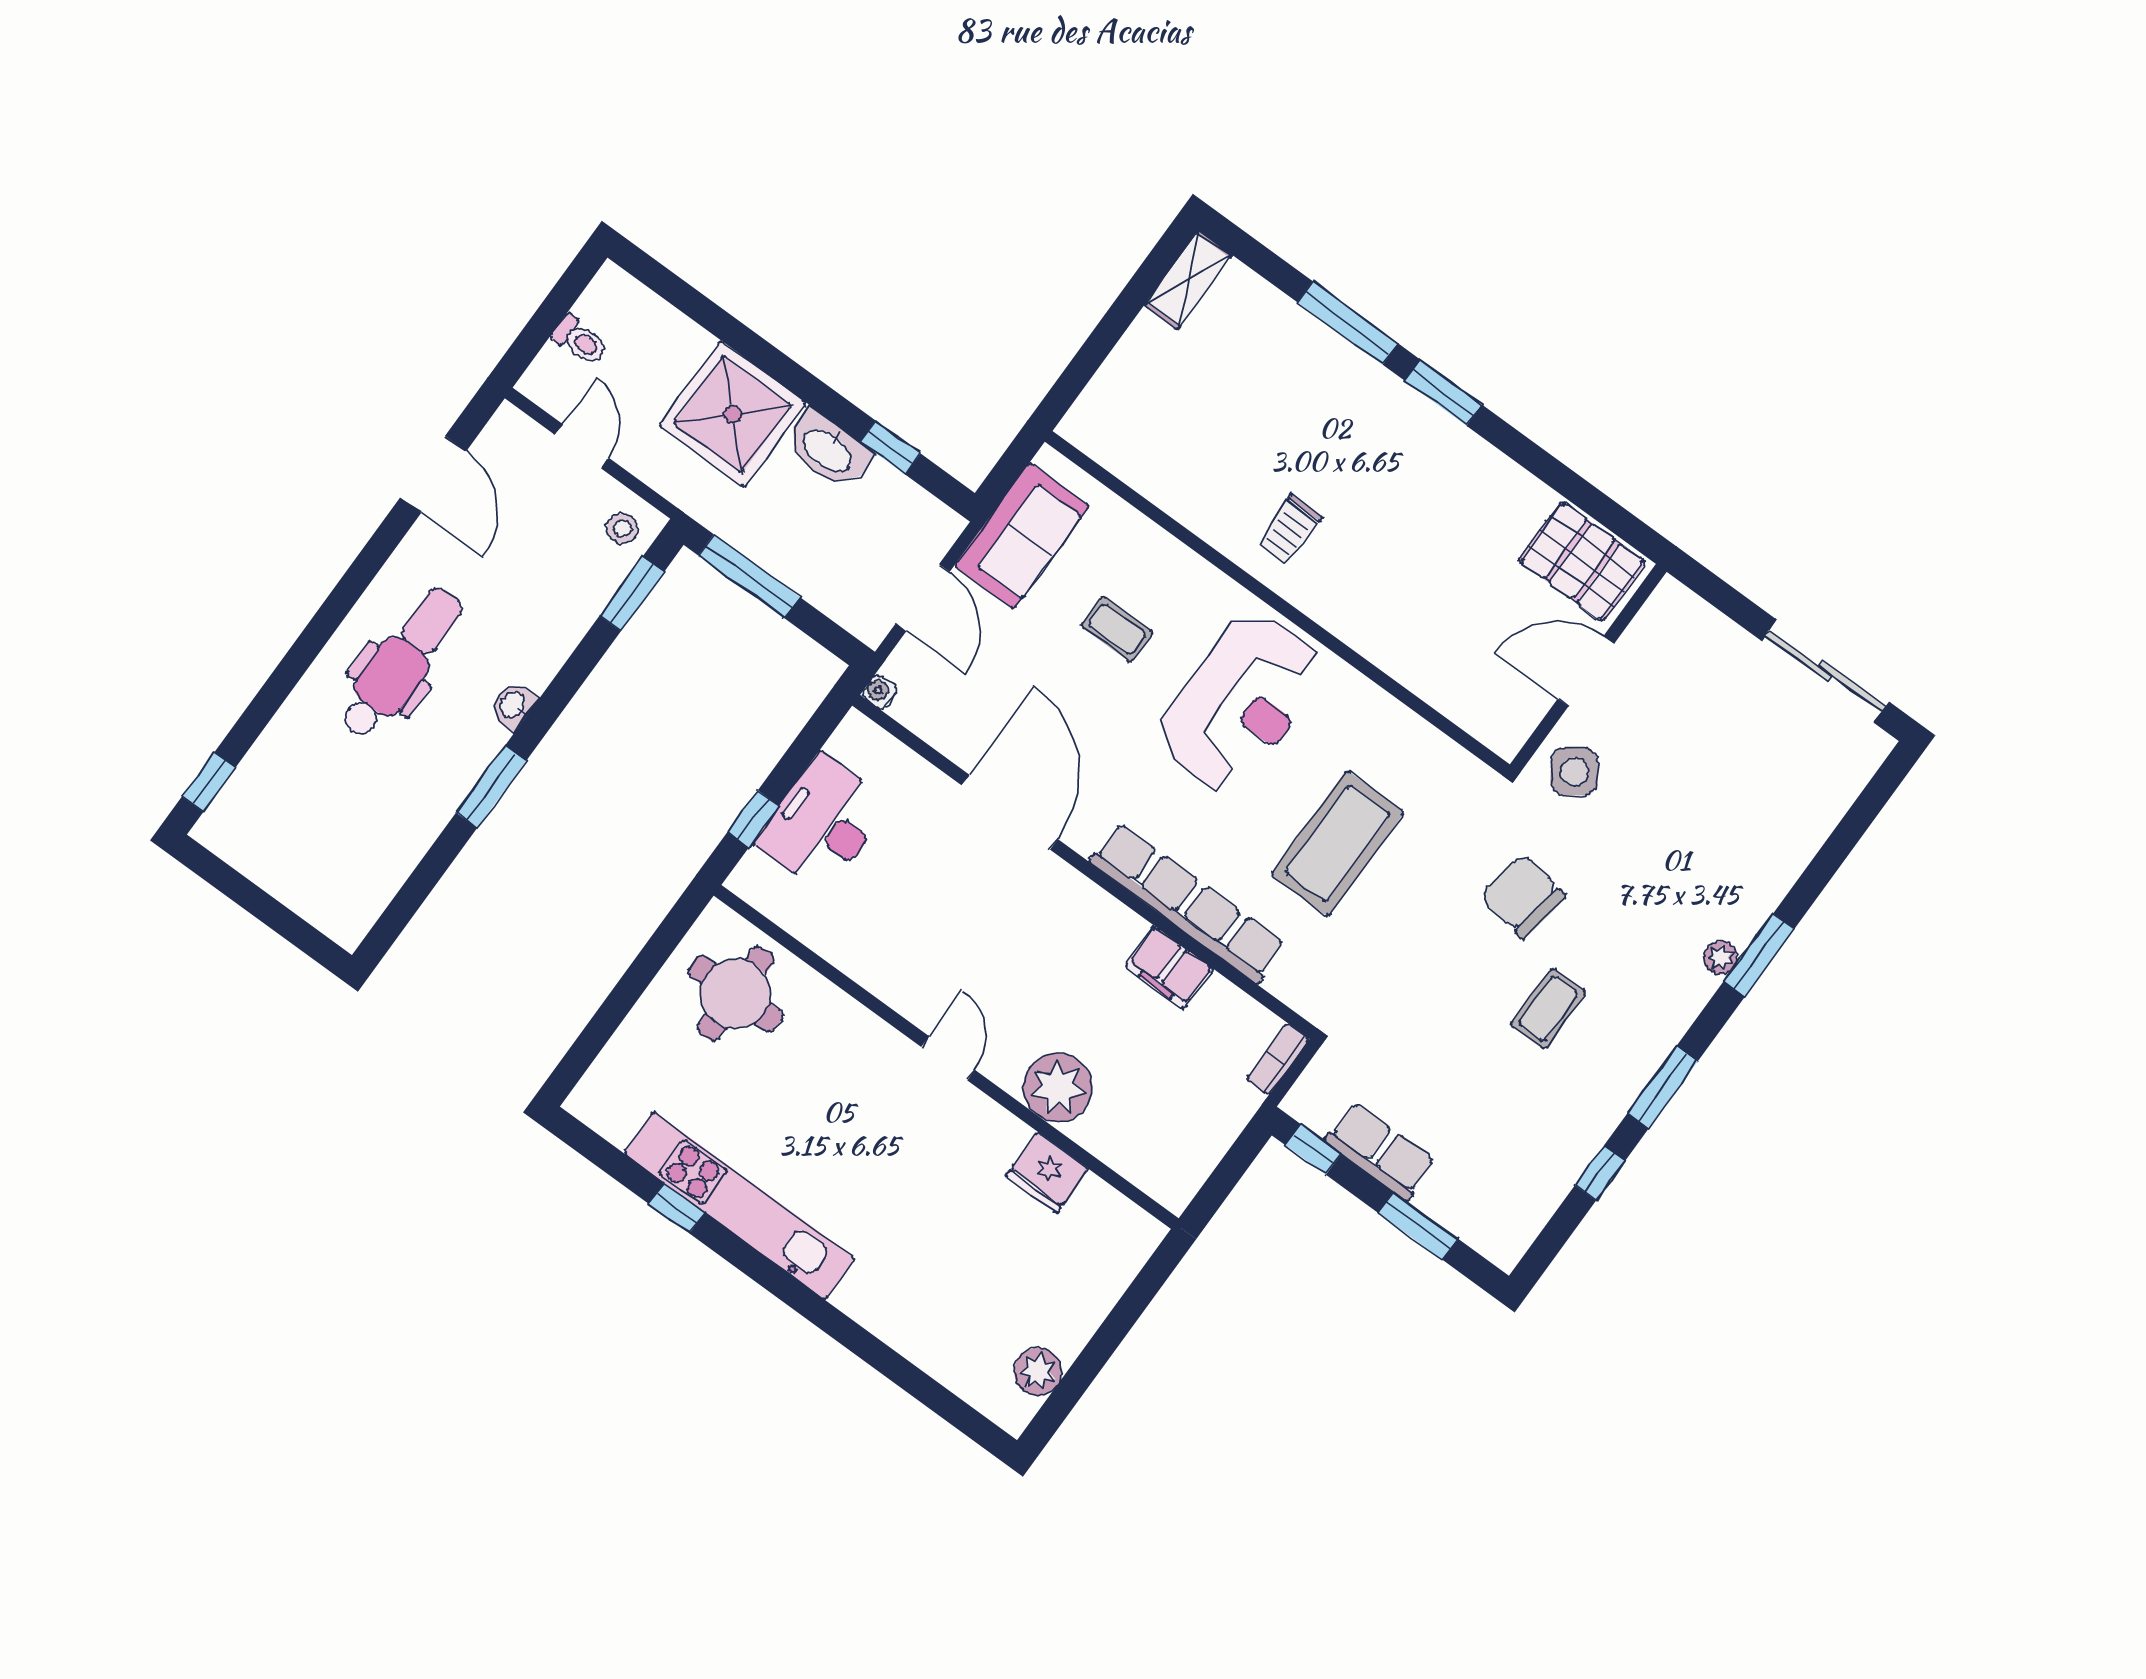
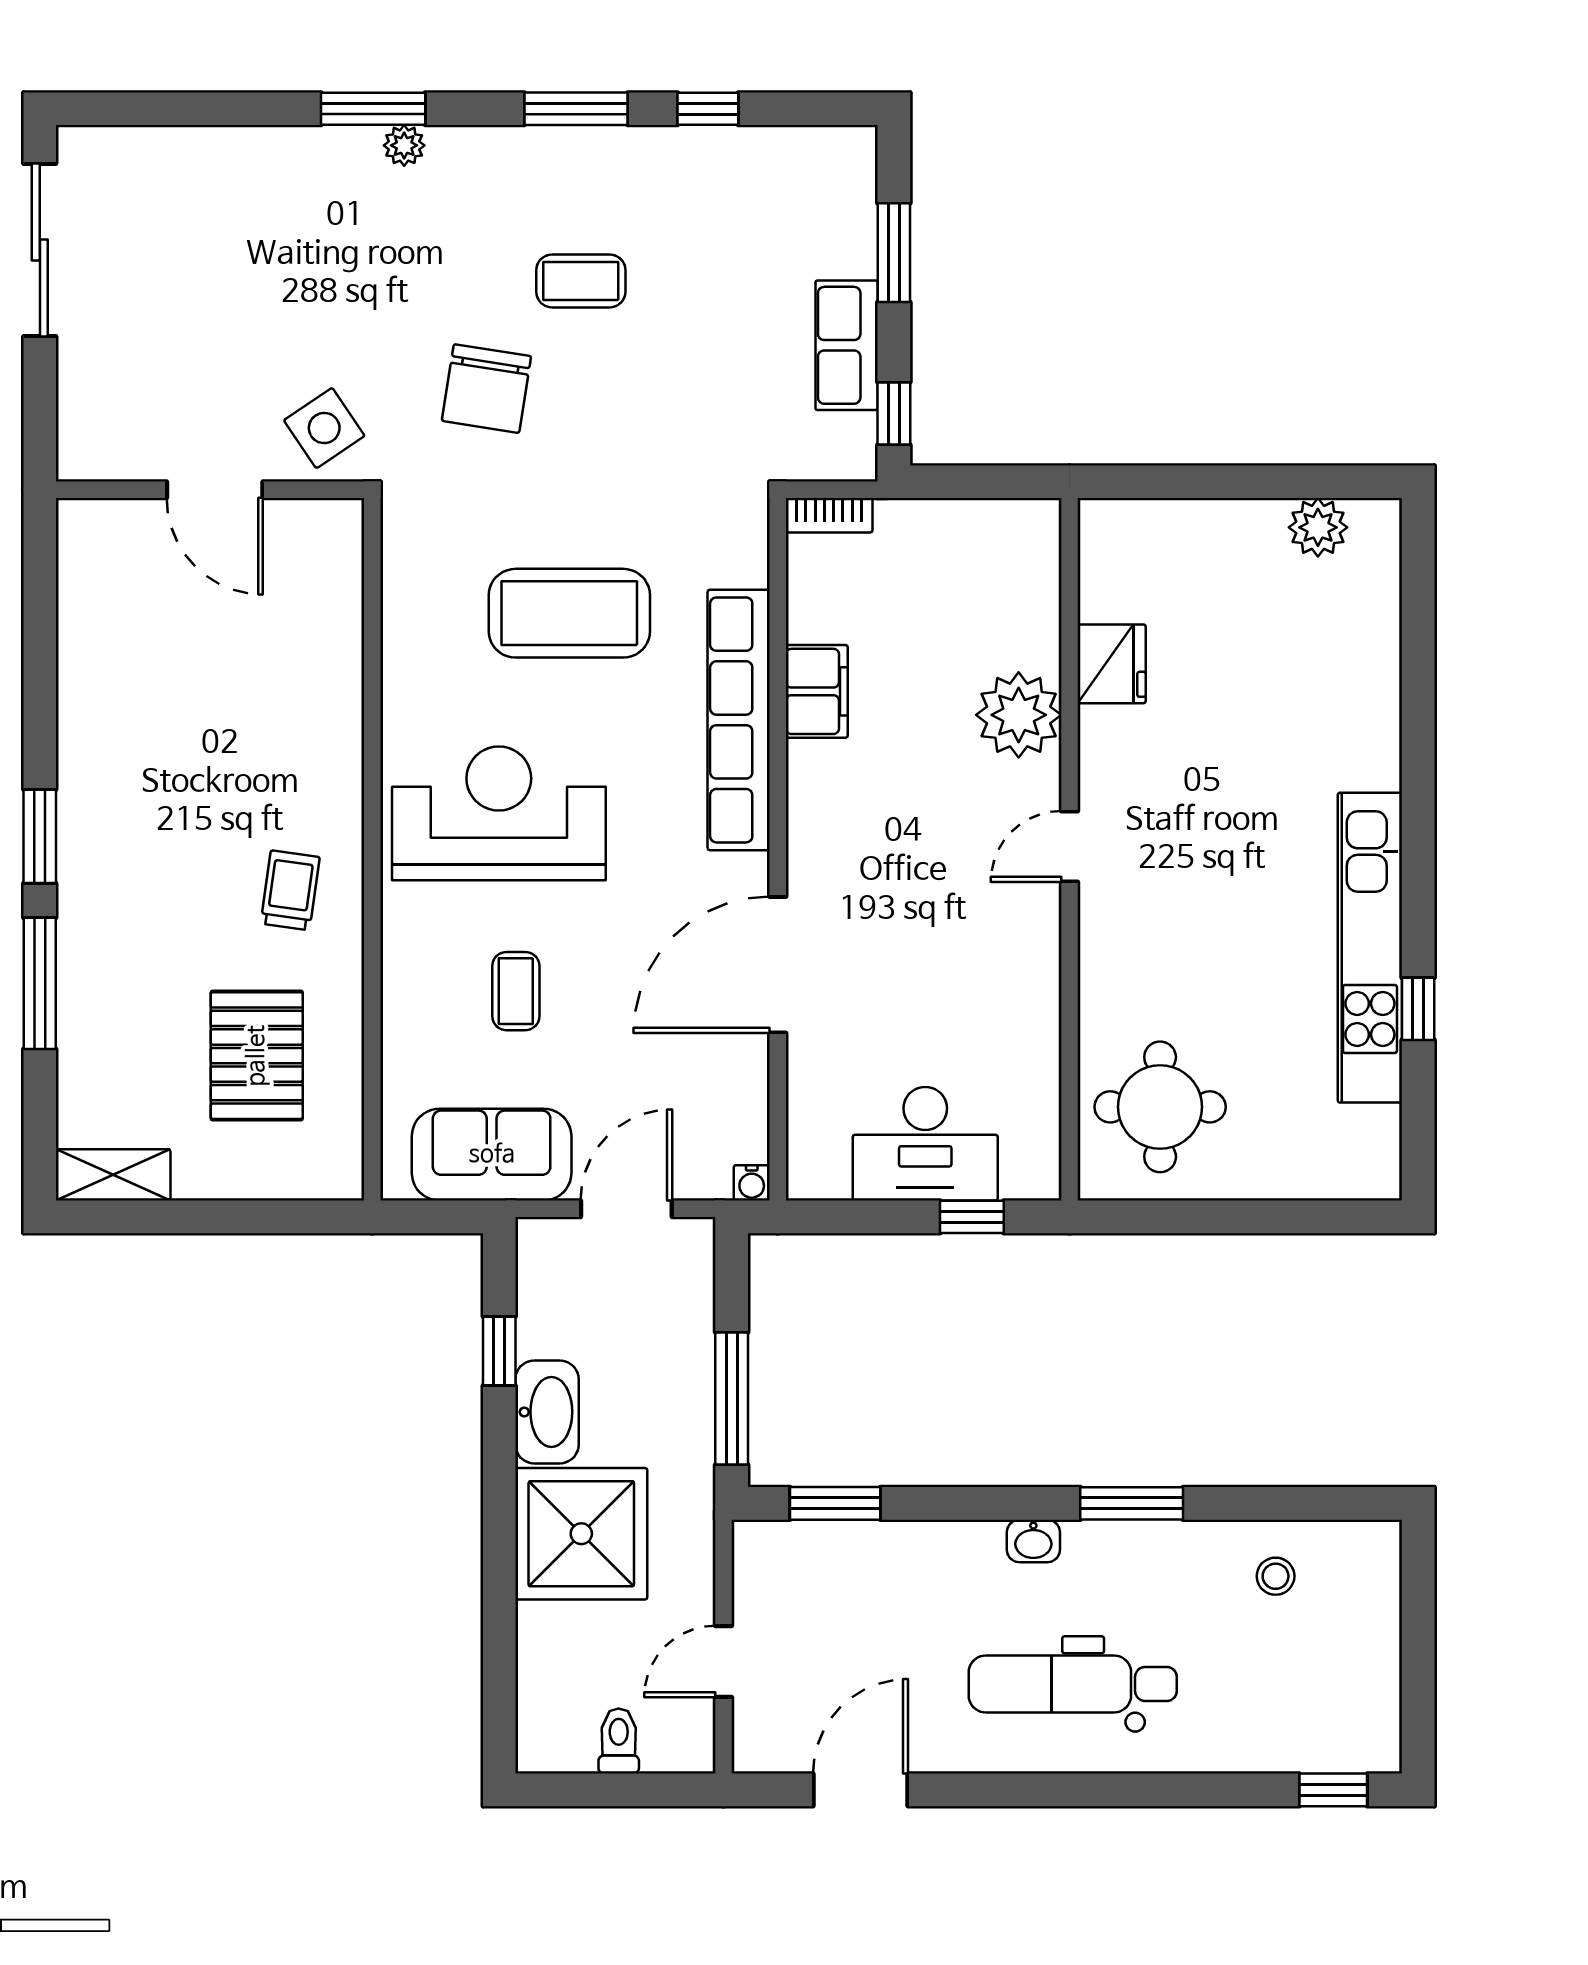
stool: (622, 528) -> (1276, 1576), moved
trolley: (1289, 530) -> (290, 890), turned -82
pallet: (1582, 561) -> (257, 1056), moved

